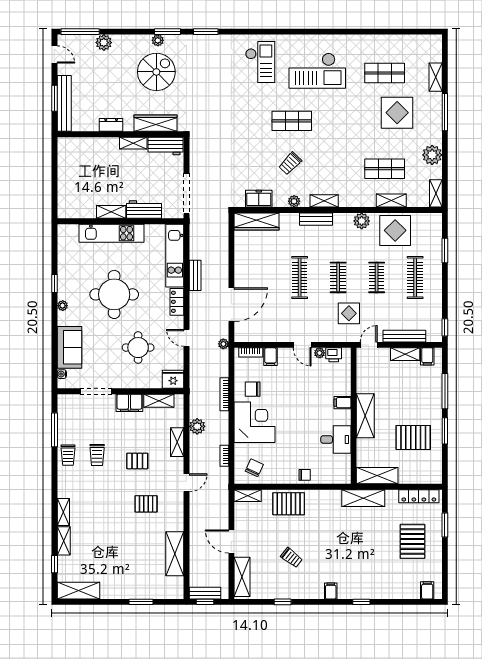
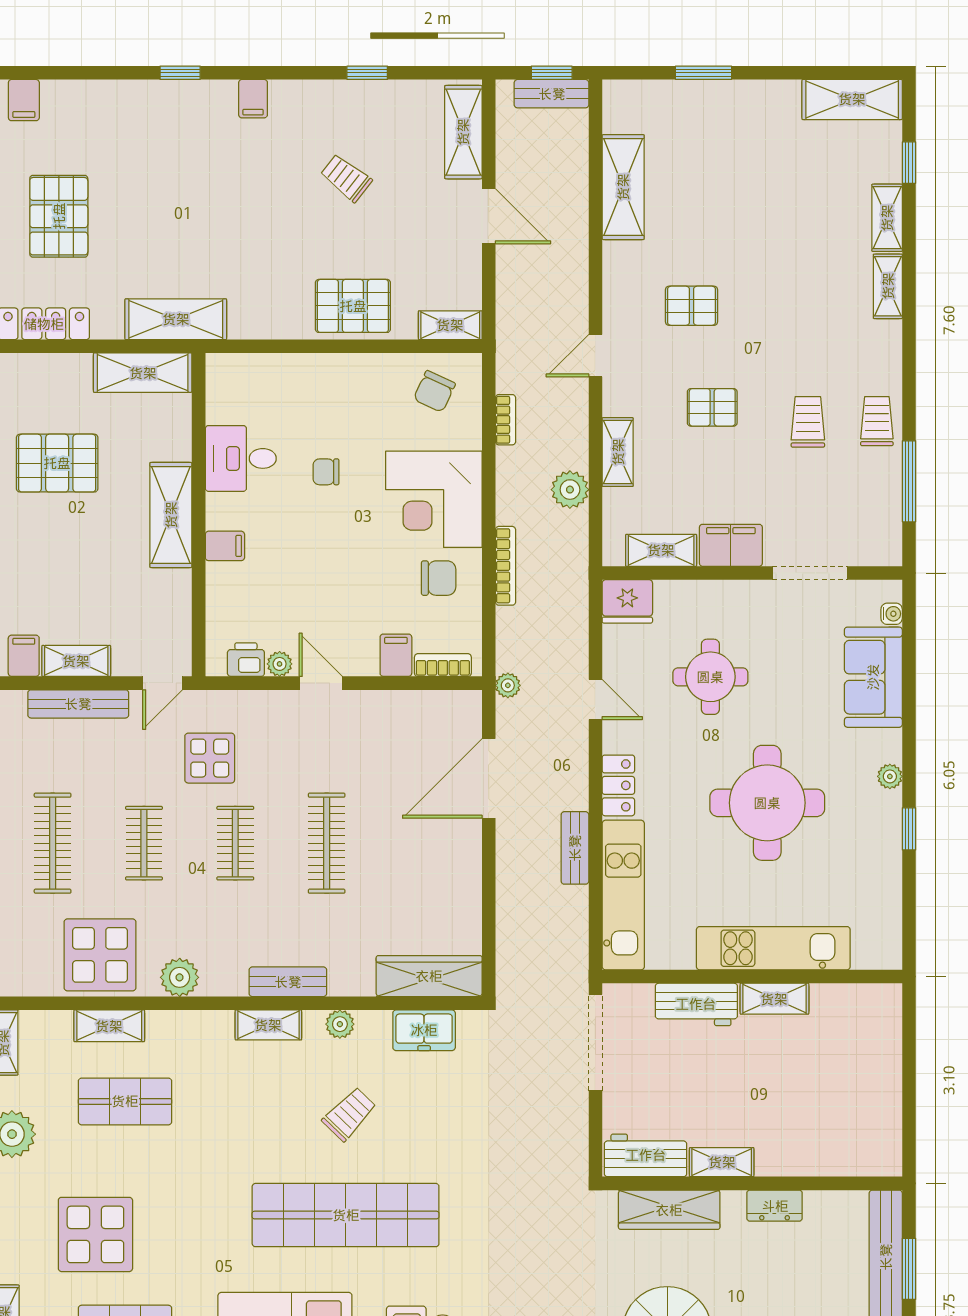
shop shelf: (292, 121) -> (346, 1215), width x2.00, depth x1.36
chair: (305, 475) -> (326, 472), moved

